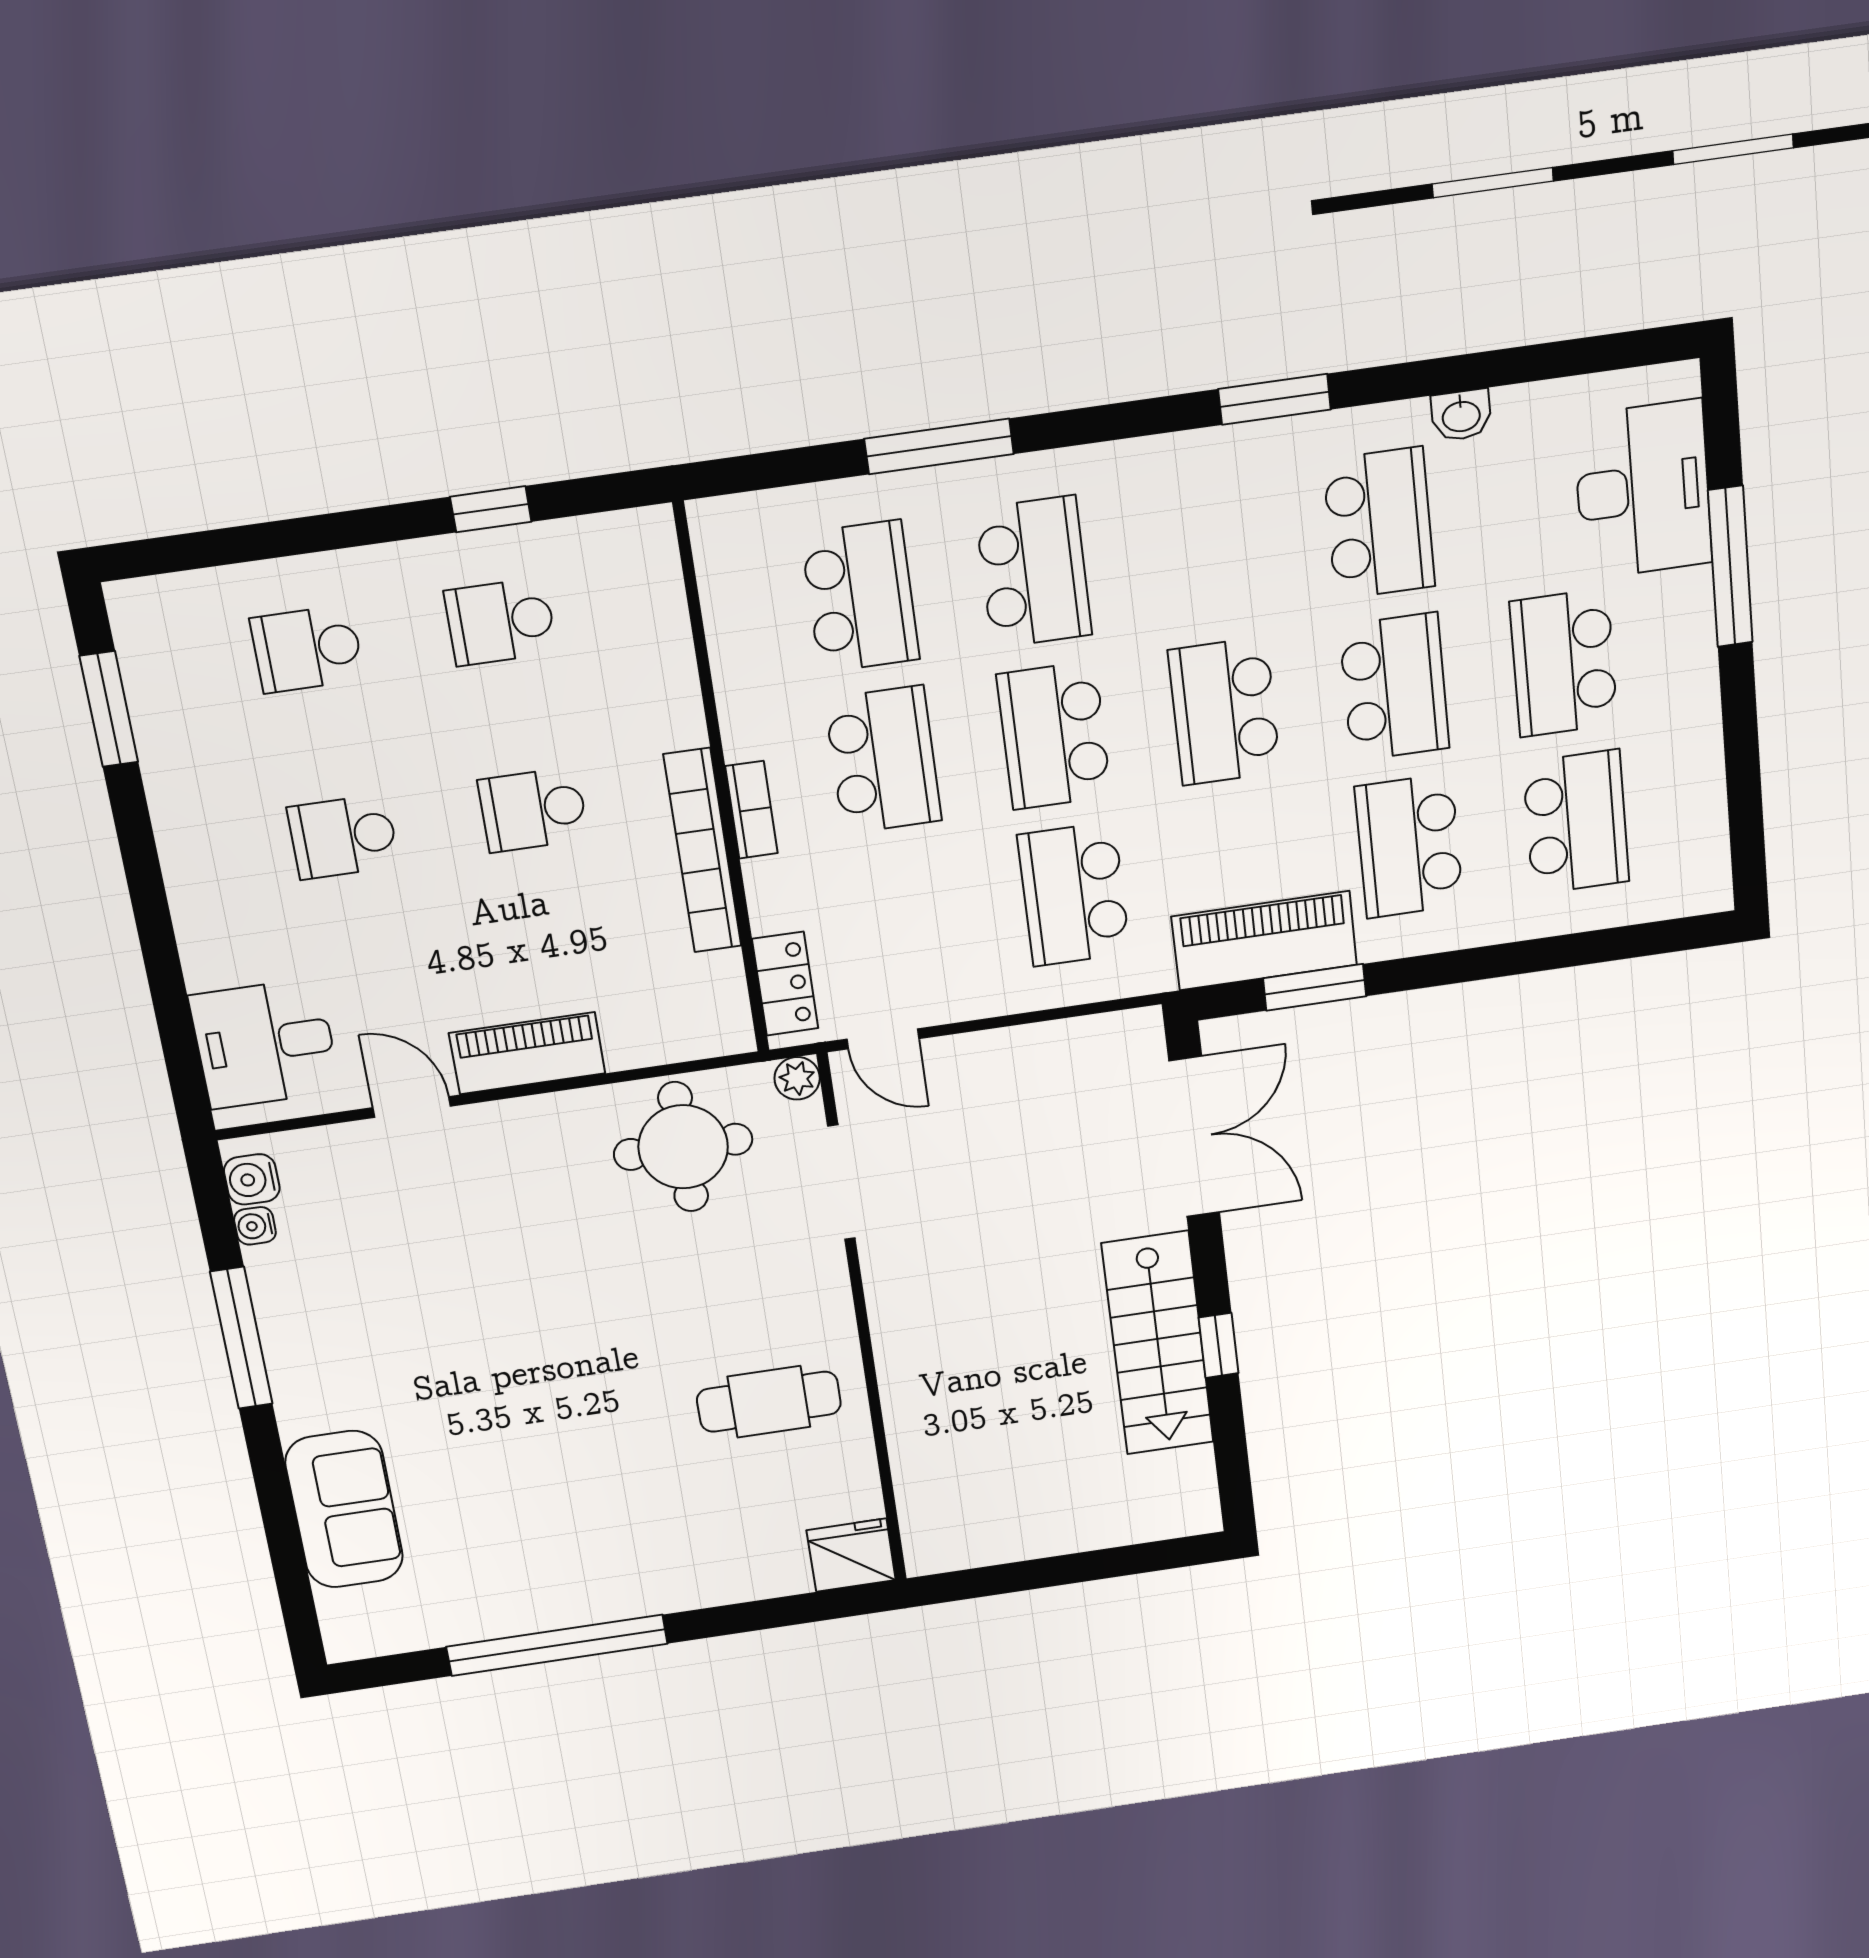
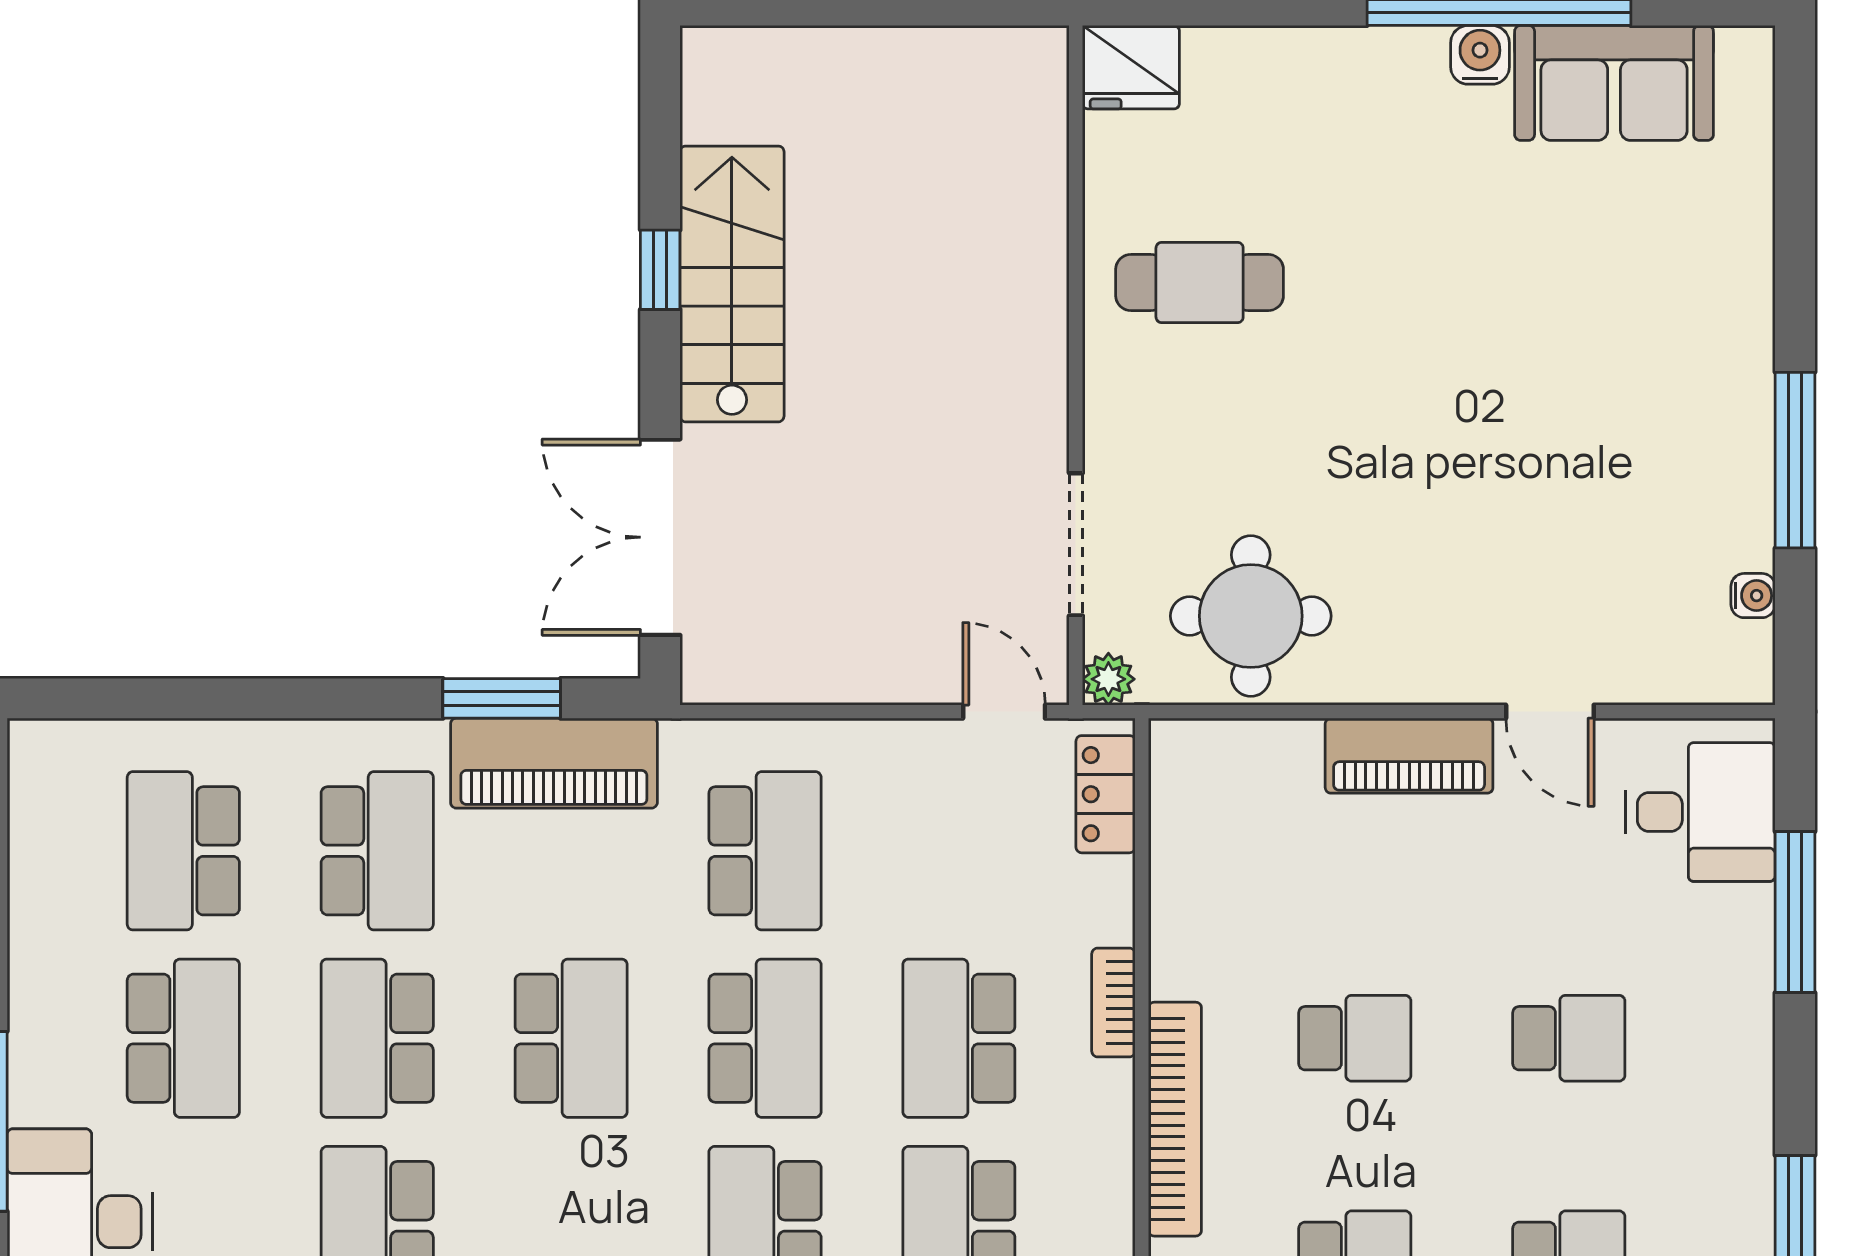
bookcase: (703, 851) -> (1175, 1119), moved
window: (164, 972) -> (1795, 912), added
water cooler: (252, 1179) -> (1480, 55), moved, turned -90
sofa: (344, 1509) -> (1614, 83), moved, turned -90

